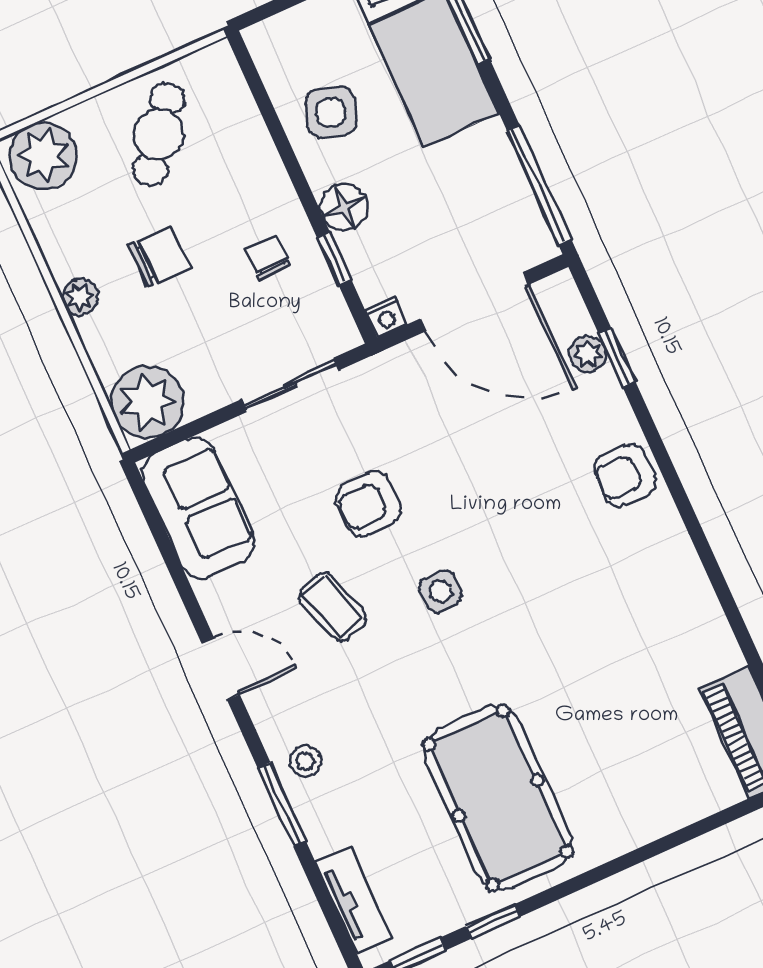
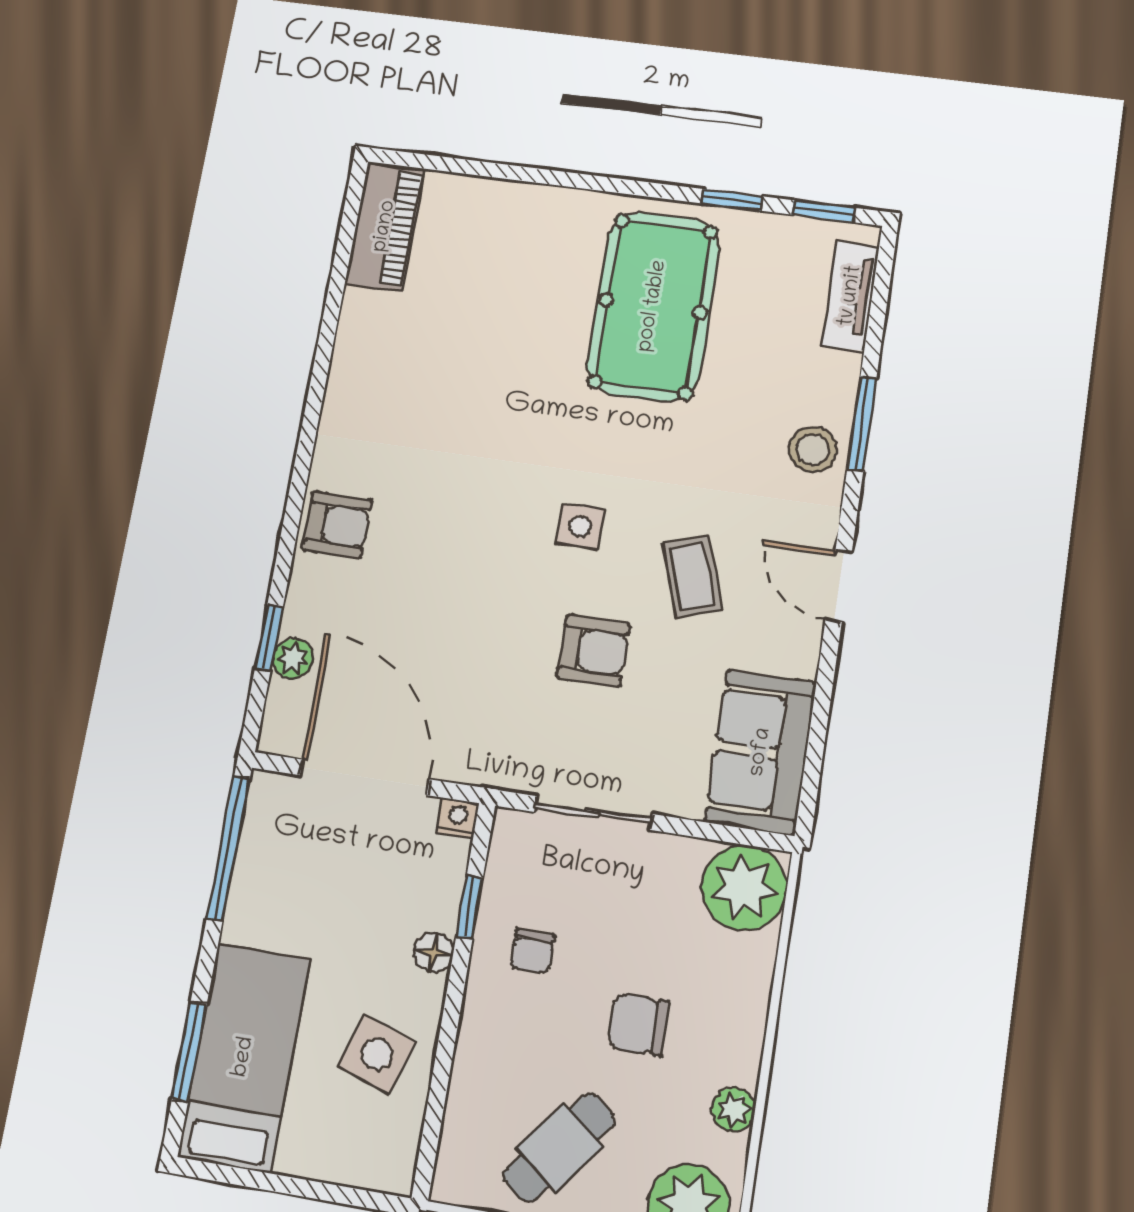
floor lamp: (344, 207) -> (434, 952), width x0.73, depth x0.73
plant: (80, 297) -> (734, 1110), moved
stool: (305, 761) -> (813, 450), width x1.37, depth x1.37

